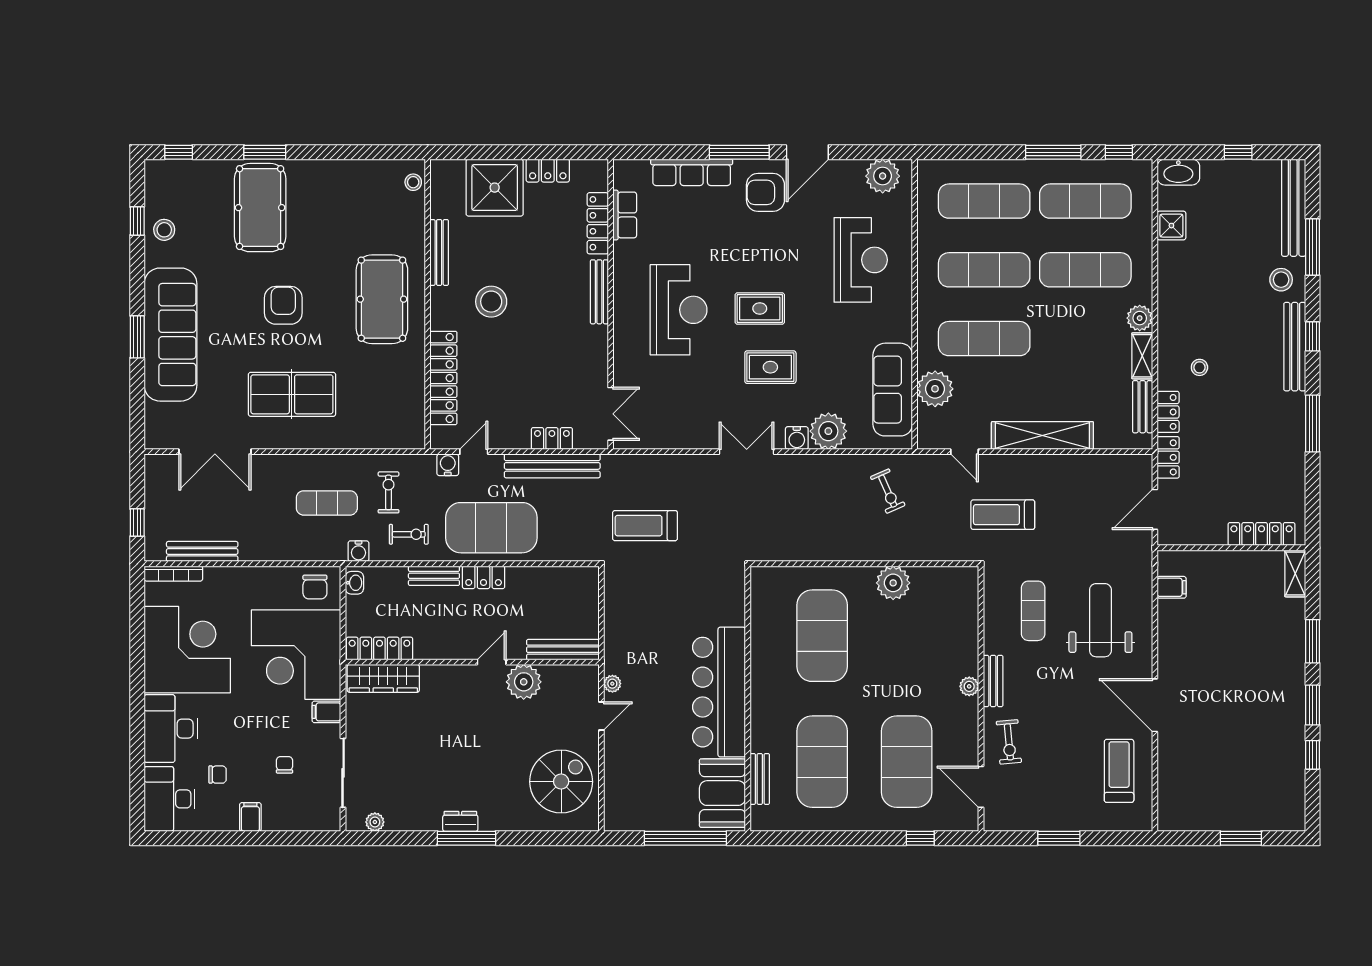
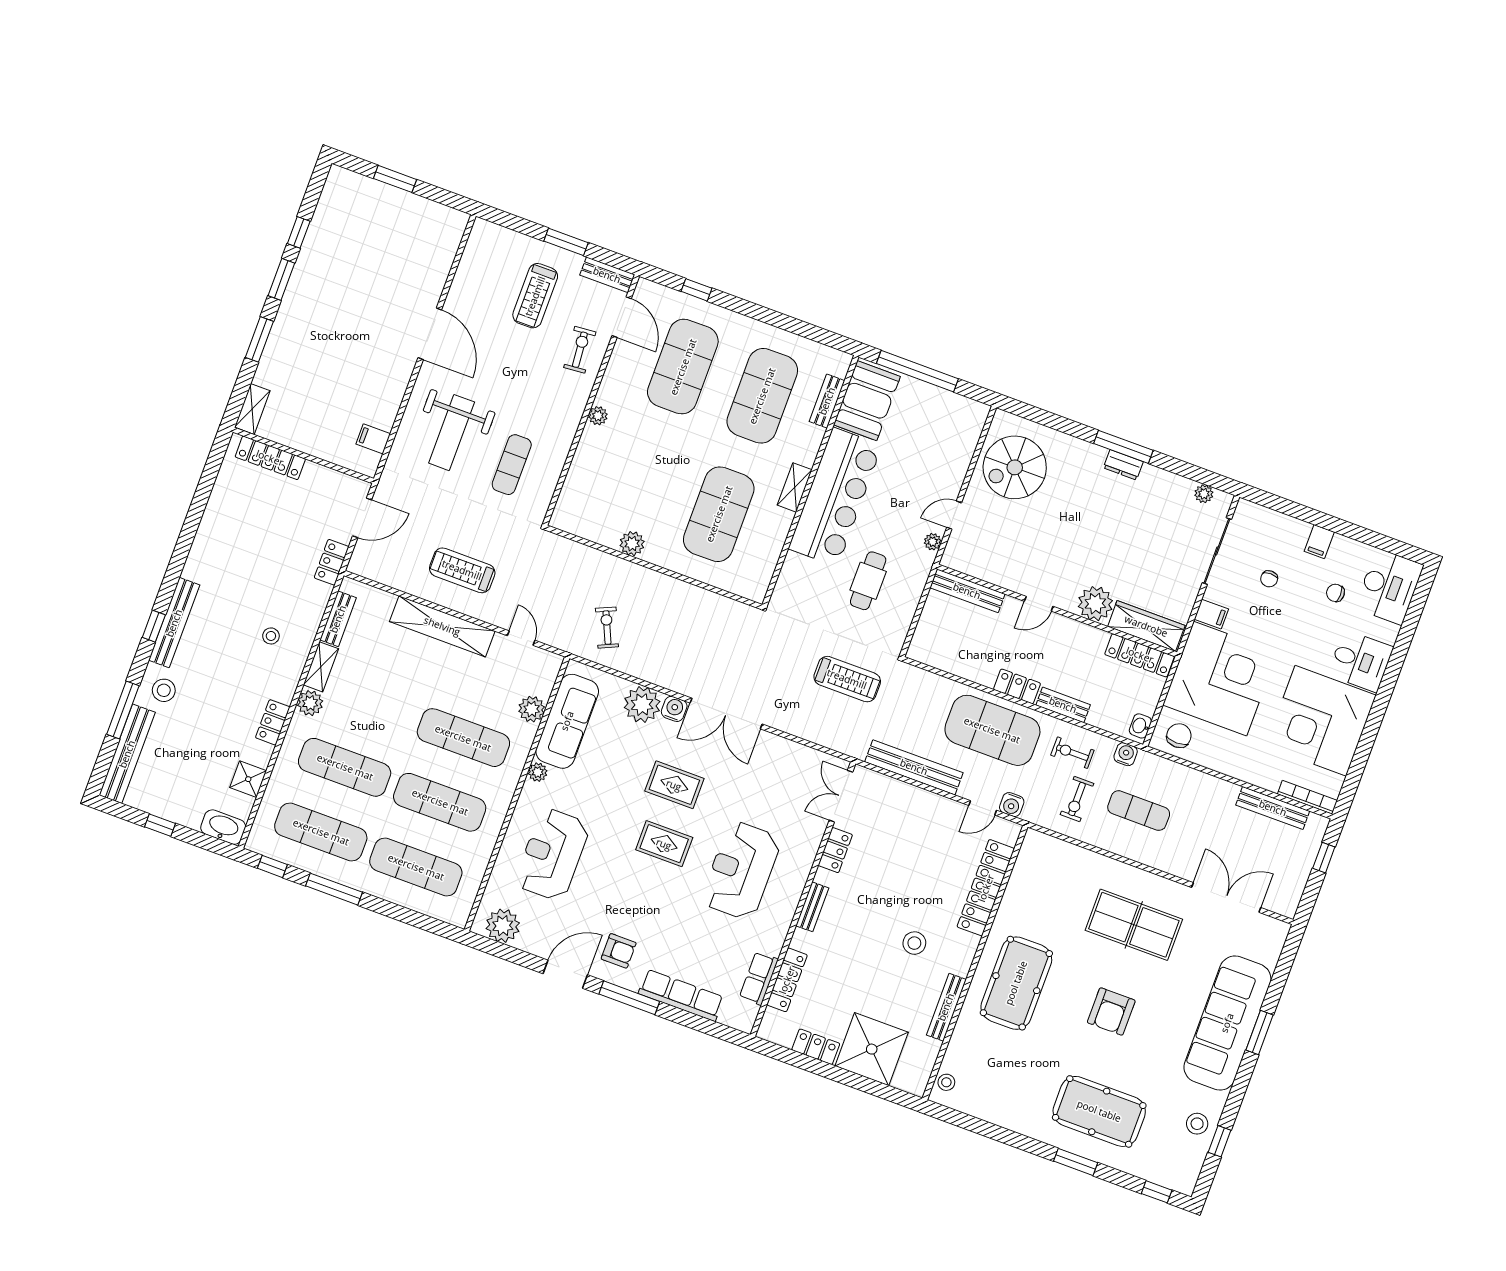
armchair: (765, 192) -> (619, 951), width x0.72, depth x0.72
pool table: (260, 208) -> (1099, 1111), turned 90
bench: (599, 292) -> (812, 907), width x0.73
stool: (491, 302) -> (914, 943), width x0.73, depth x0.73
plant: (903, 332) -> (538, 772), added
plant: (935, 389) -> (532, 709), width x0.73, depth x0.73
locker: (1168, 412) -> (273, 722), moved
window: (1313, 424) -> (184, 544), removed
locker: (552, 438) -> (835, 850), moved, turned -90
double door: (747, 452) -> (726, 713), width x1.37
treadmill: (1003, 515) -> (462, 570), moved, turned 180
plant: (893, 583) -> (632, 544), width x0.73, depth x0.73
cafe table: (659, 625) -> (868, 581), added
bench: (993, 681) -> (607, 275), moved, turned 90
plant: (524, 682) -> (1095, 604), moved
shelving: (760, 687) -> (795, 487), added
desk: (171, 729) -> (1360, 661), width x0.73
treadmill: (1119, 771) -> (535, 296), moved

